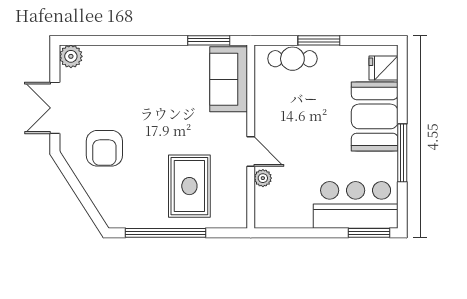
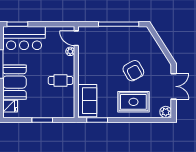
cafe table: (292, 59) -> (60, 80), moved
armchair: (104, 148) -> (133, 71), moved, turned 151
door: (251, 151) -> (76, 38), moved
rug: (189, 186) -> (133, 102), moved, turned 90

